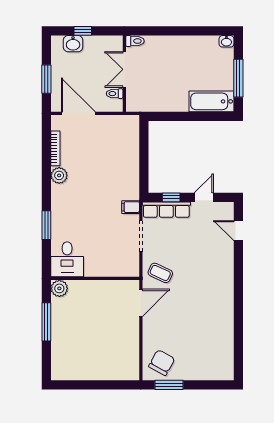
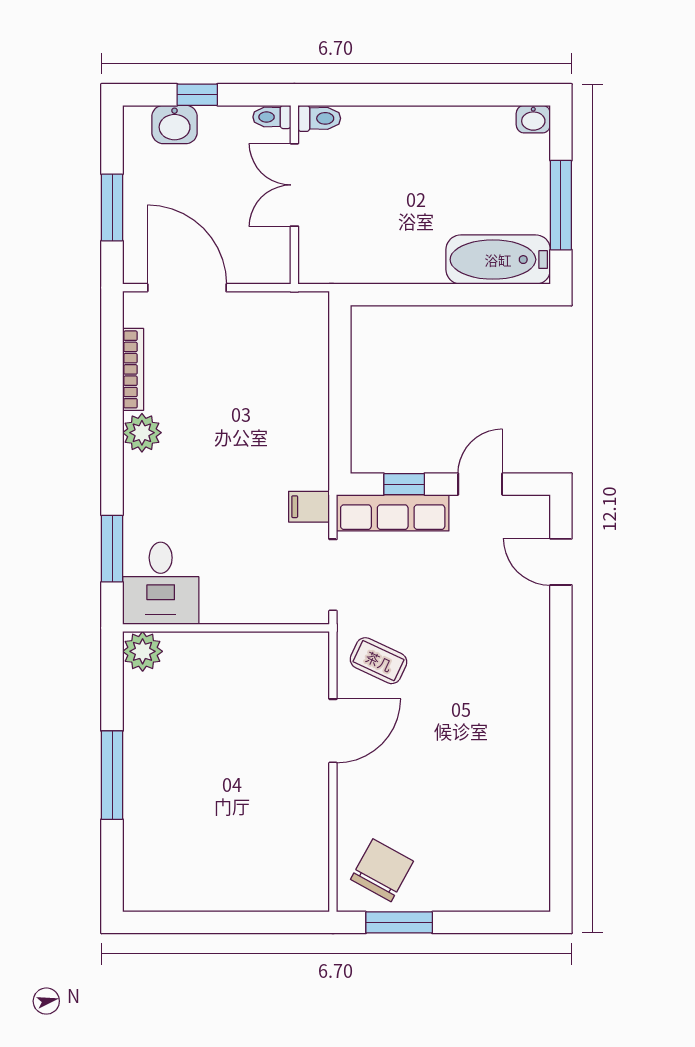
toilet: (115, 94) -> (272, 117), moved
desk: (67, 259) -> (161, 583), moved
wall: (95, 278) -> (226, 628), moved
plant: (59, 288) -> (143, 651), moved

